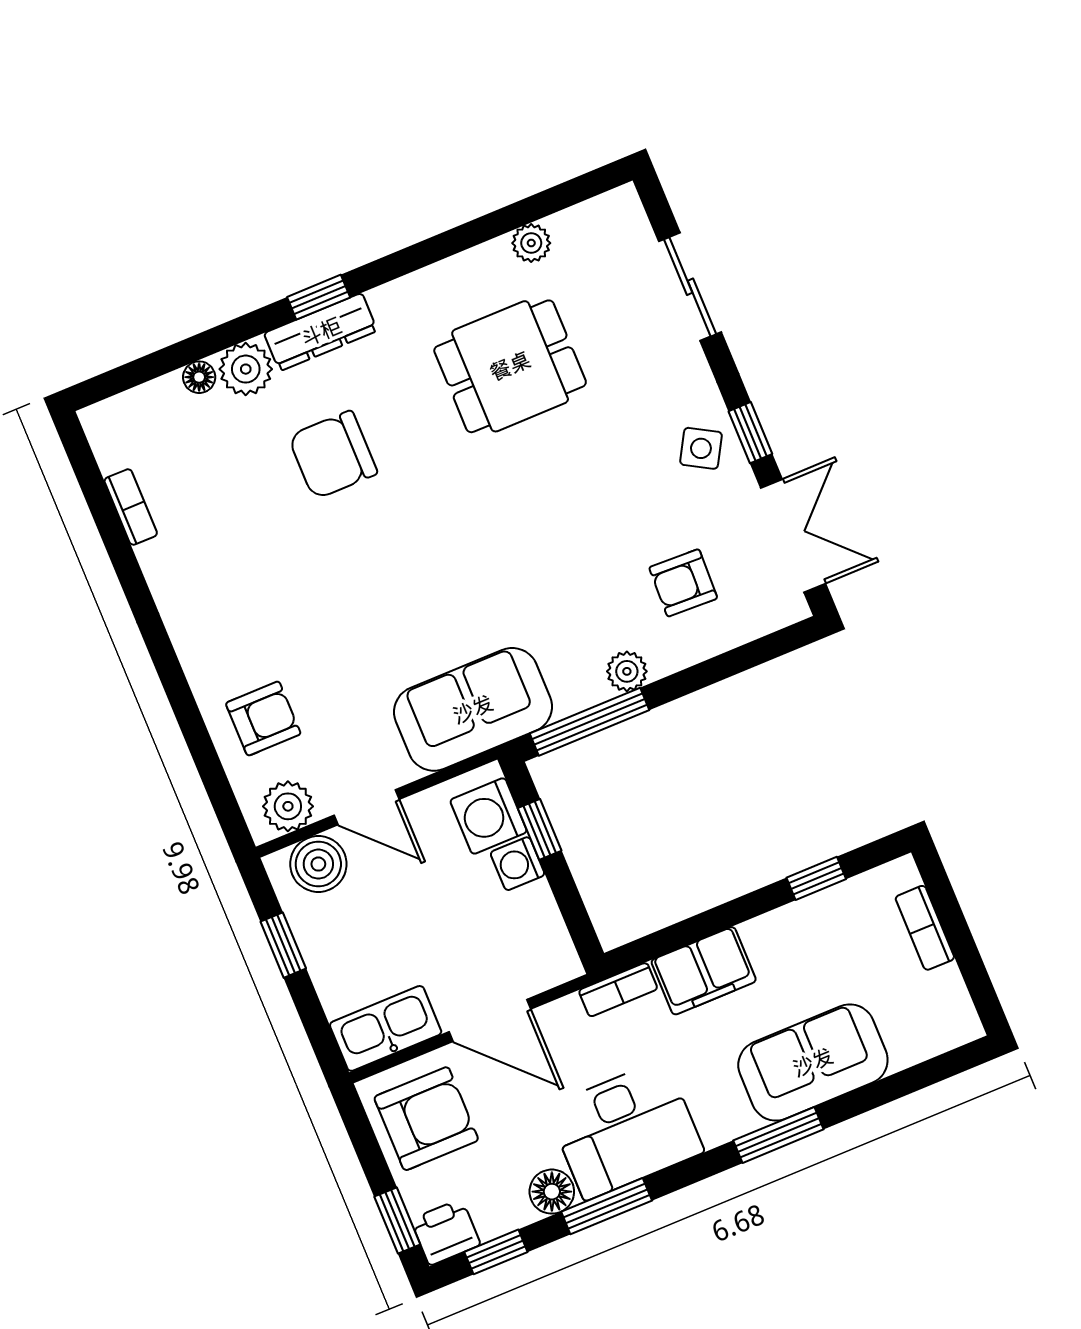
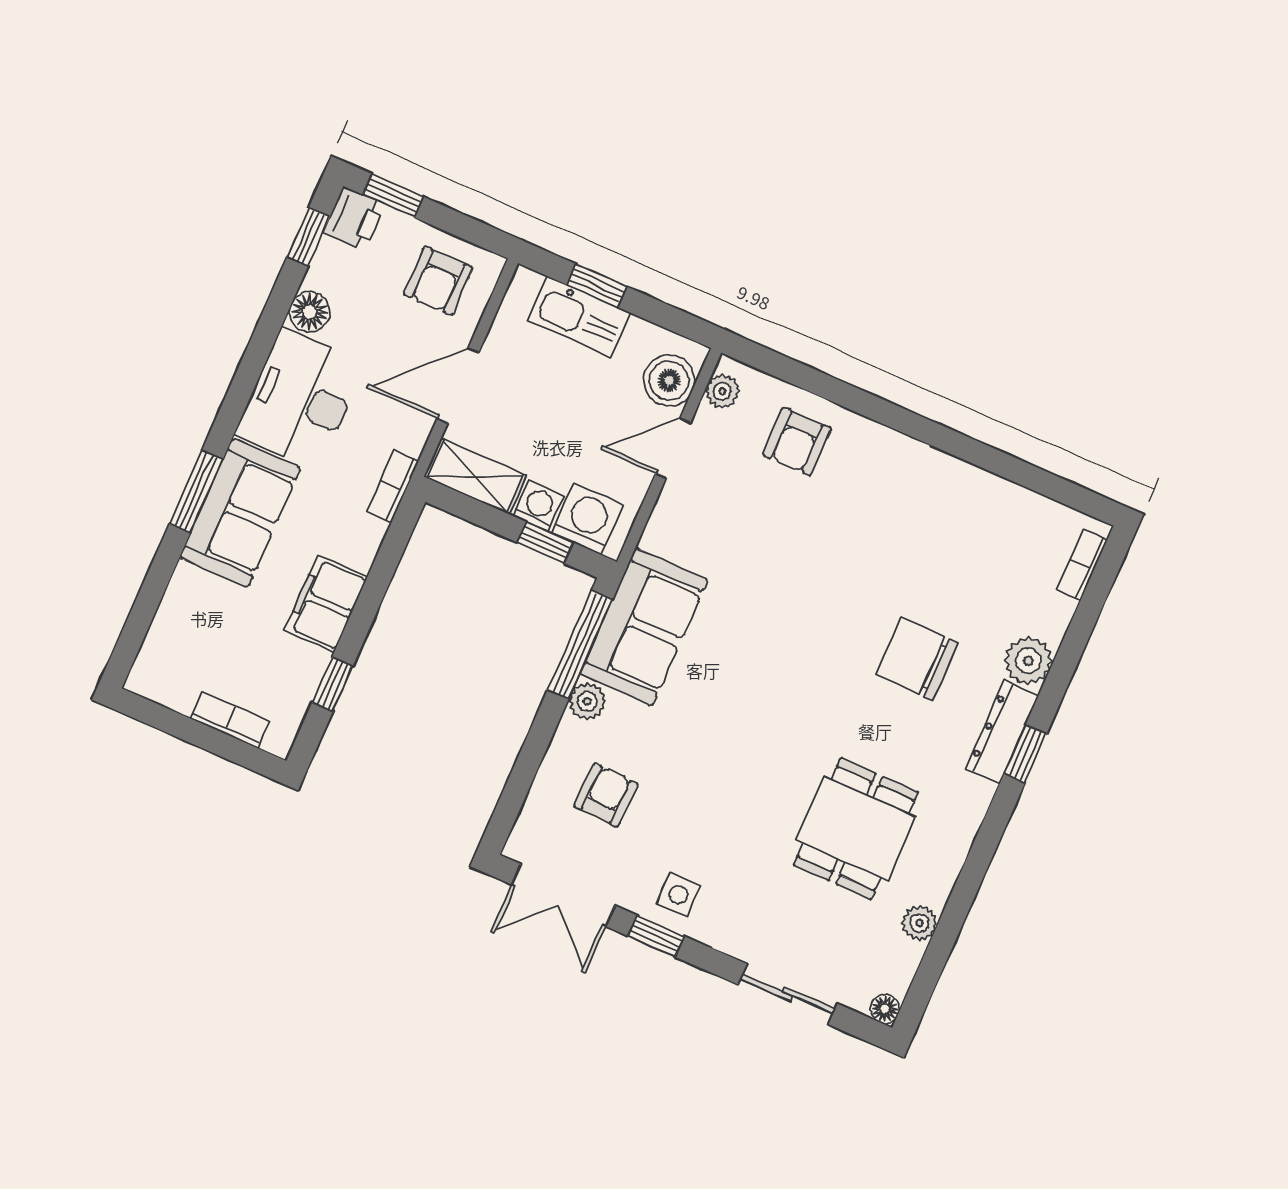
floor lamp: (199, 377) -> (885, 1009), moved
side table: (701, 448) -> (679, 895), turned -30
chair: (333, 455) -> (917, 659), turned -90
bookcase: (131, 507) -> (1082, 565), moved, turned 90
sofa: (473, 709) -> (644, 627), moved
plant: (288, 806) -> (722, 391), width x0.73, depth x0.73
shelving: (545, 935) -> (475, 476), added
window: (283, 945) -> (597, 286), moved
filing cabinet: (704, 971) -> (326, 604), moved
kitchen sink: (386, 1028) -> (579, 316), moved, turned 90
sofa: (813, 1062) -> (240, 513), moved
armchair: (426, 1119) -> (438, 281), width x0.72, depth x0.72
window: (607, 1206) -> (264, 337), removed

